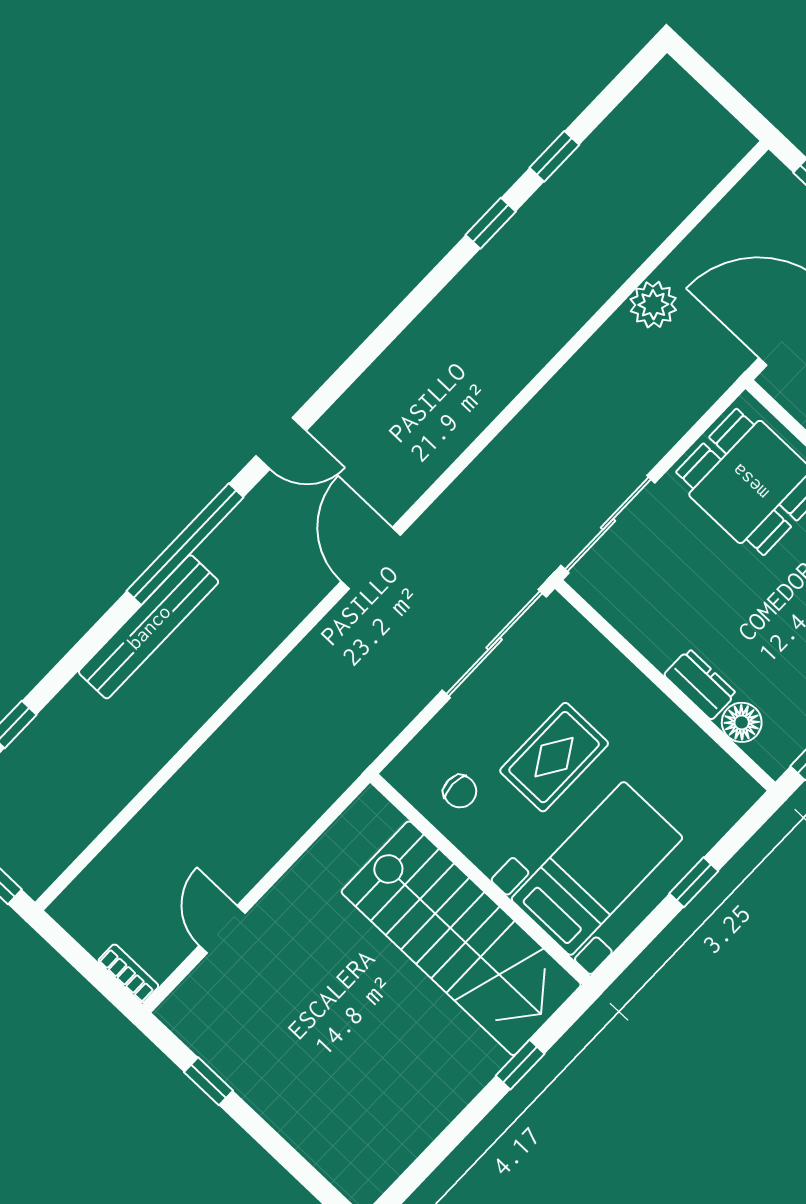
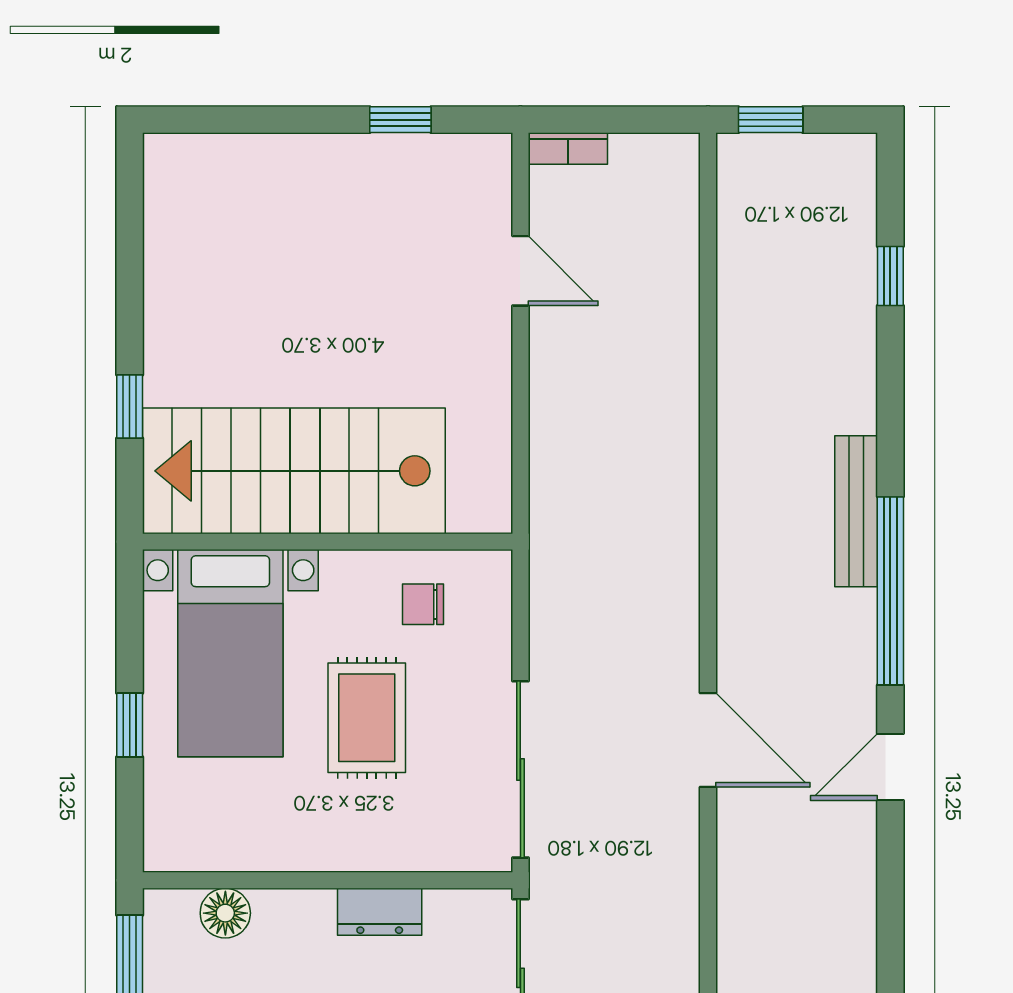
bench: (149, 627) -> (856, 511), width x0.73, depth x0.82
dresser: (700, 684) -> (380, 912), moved

